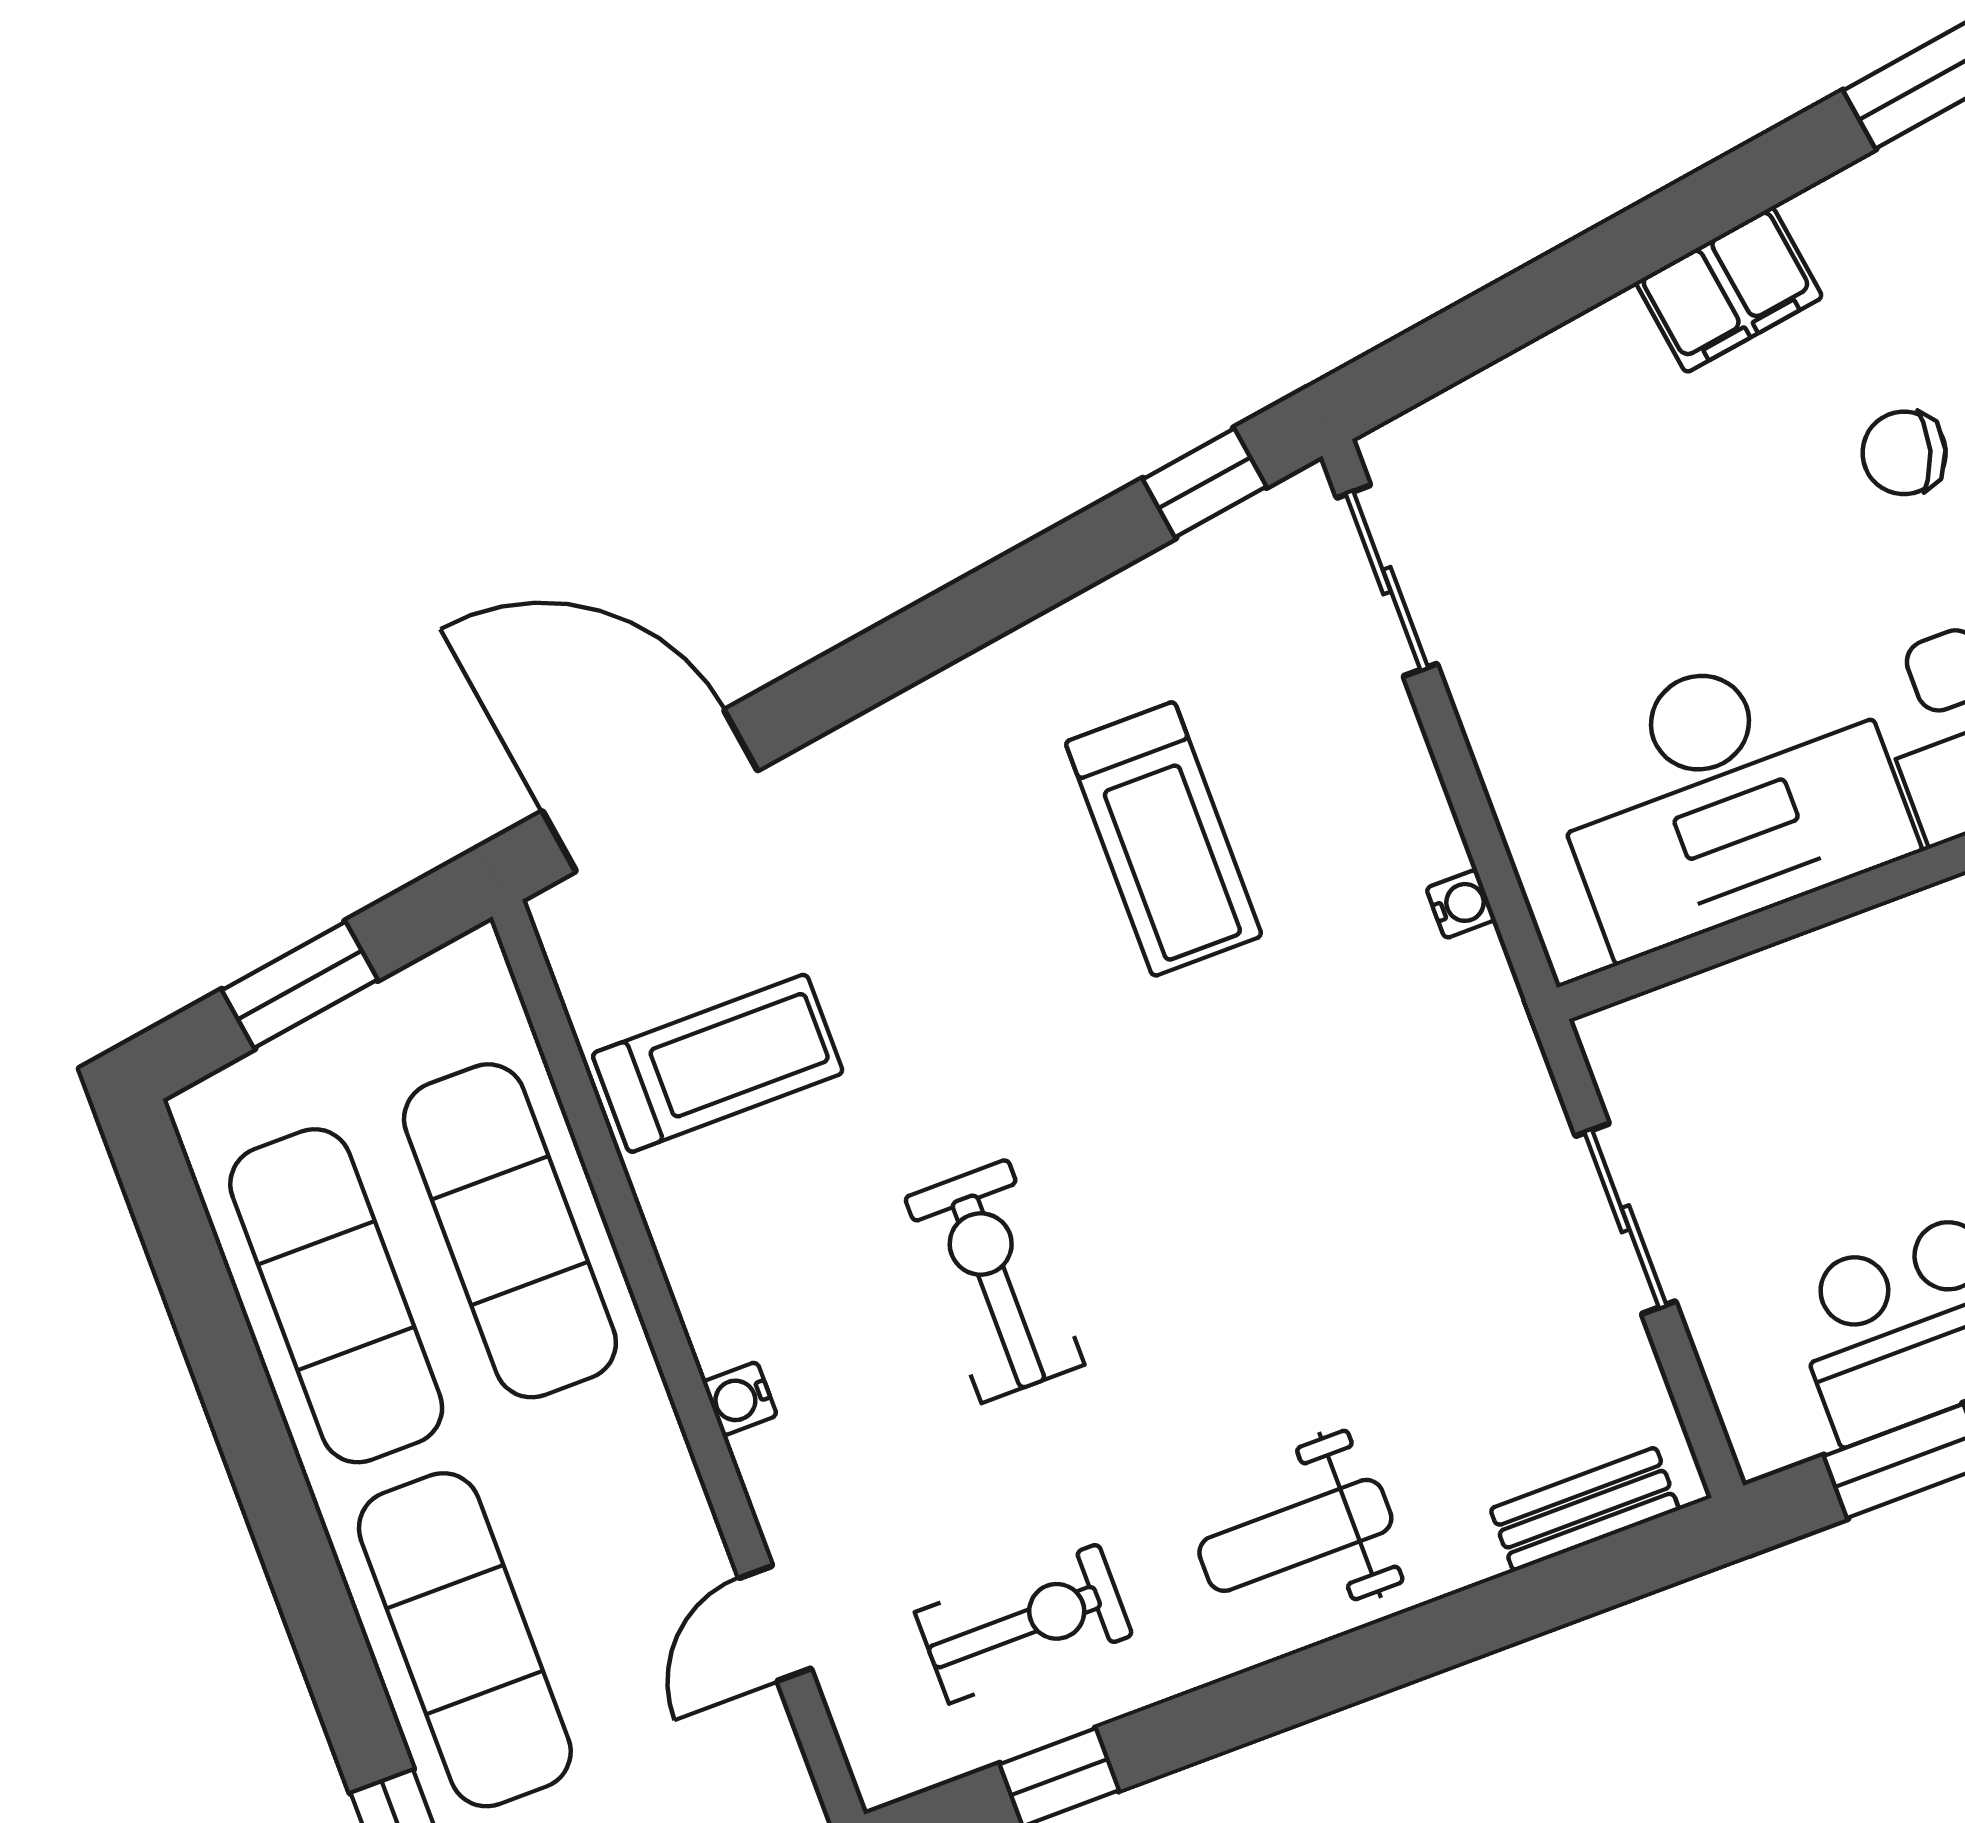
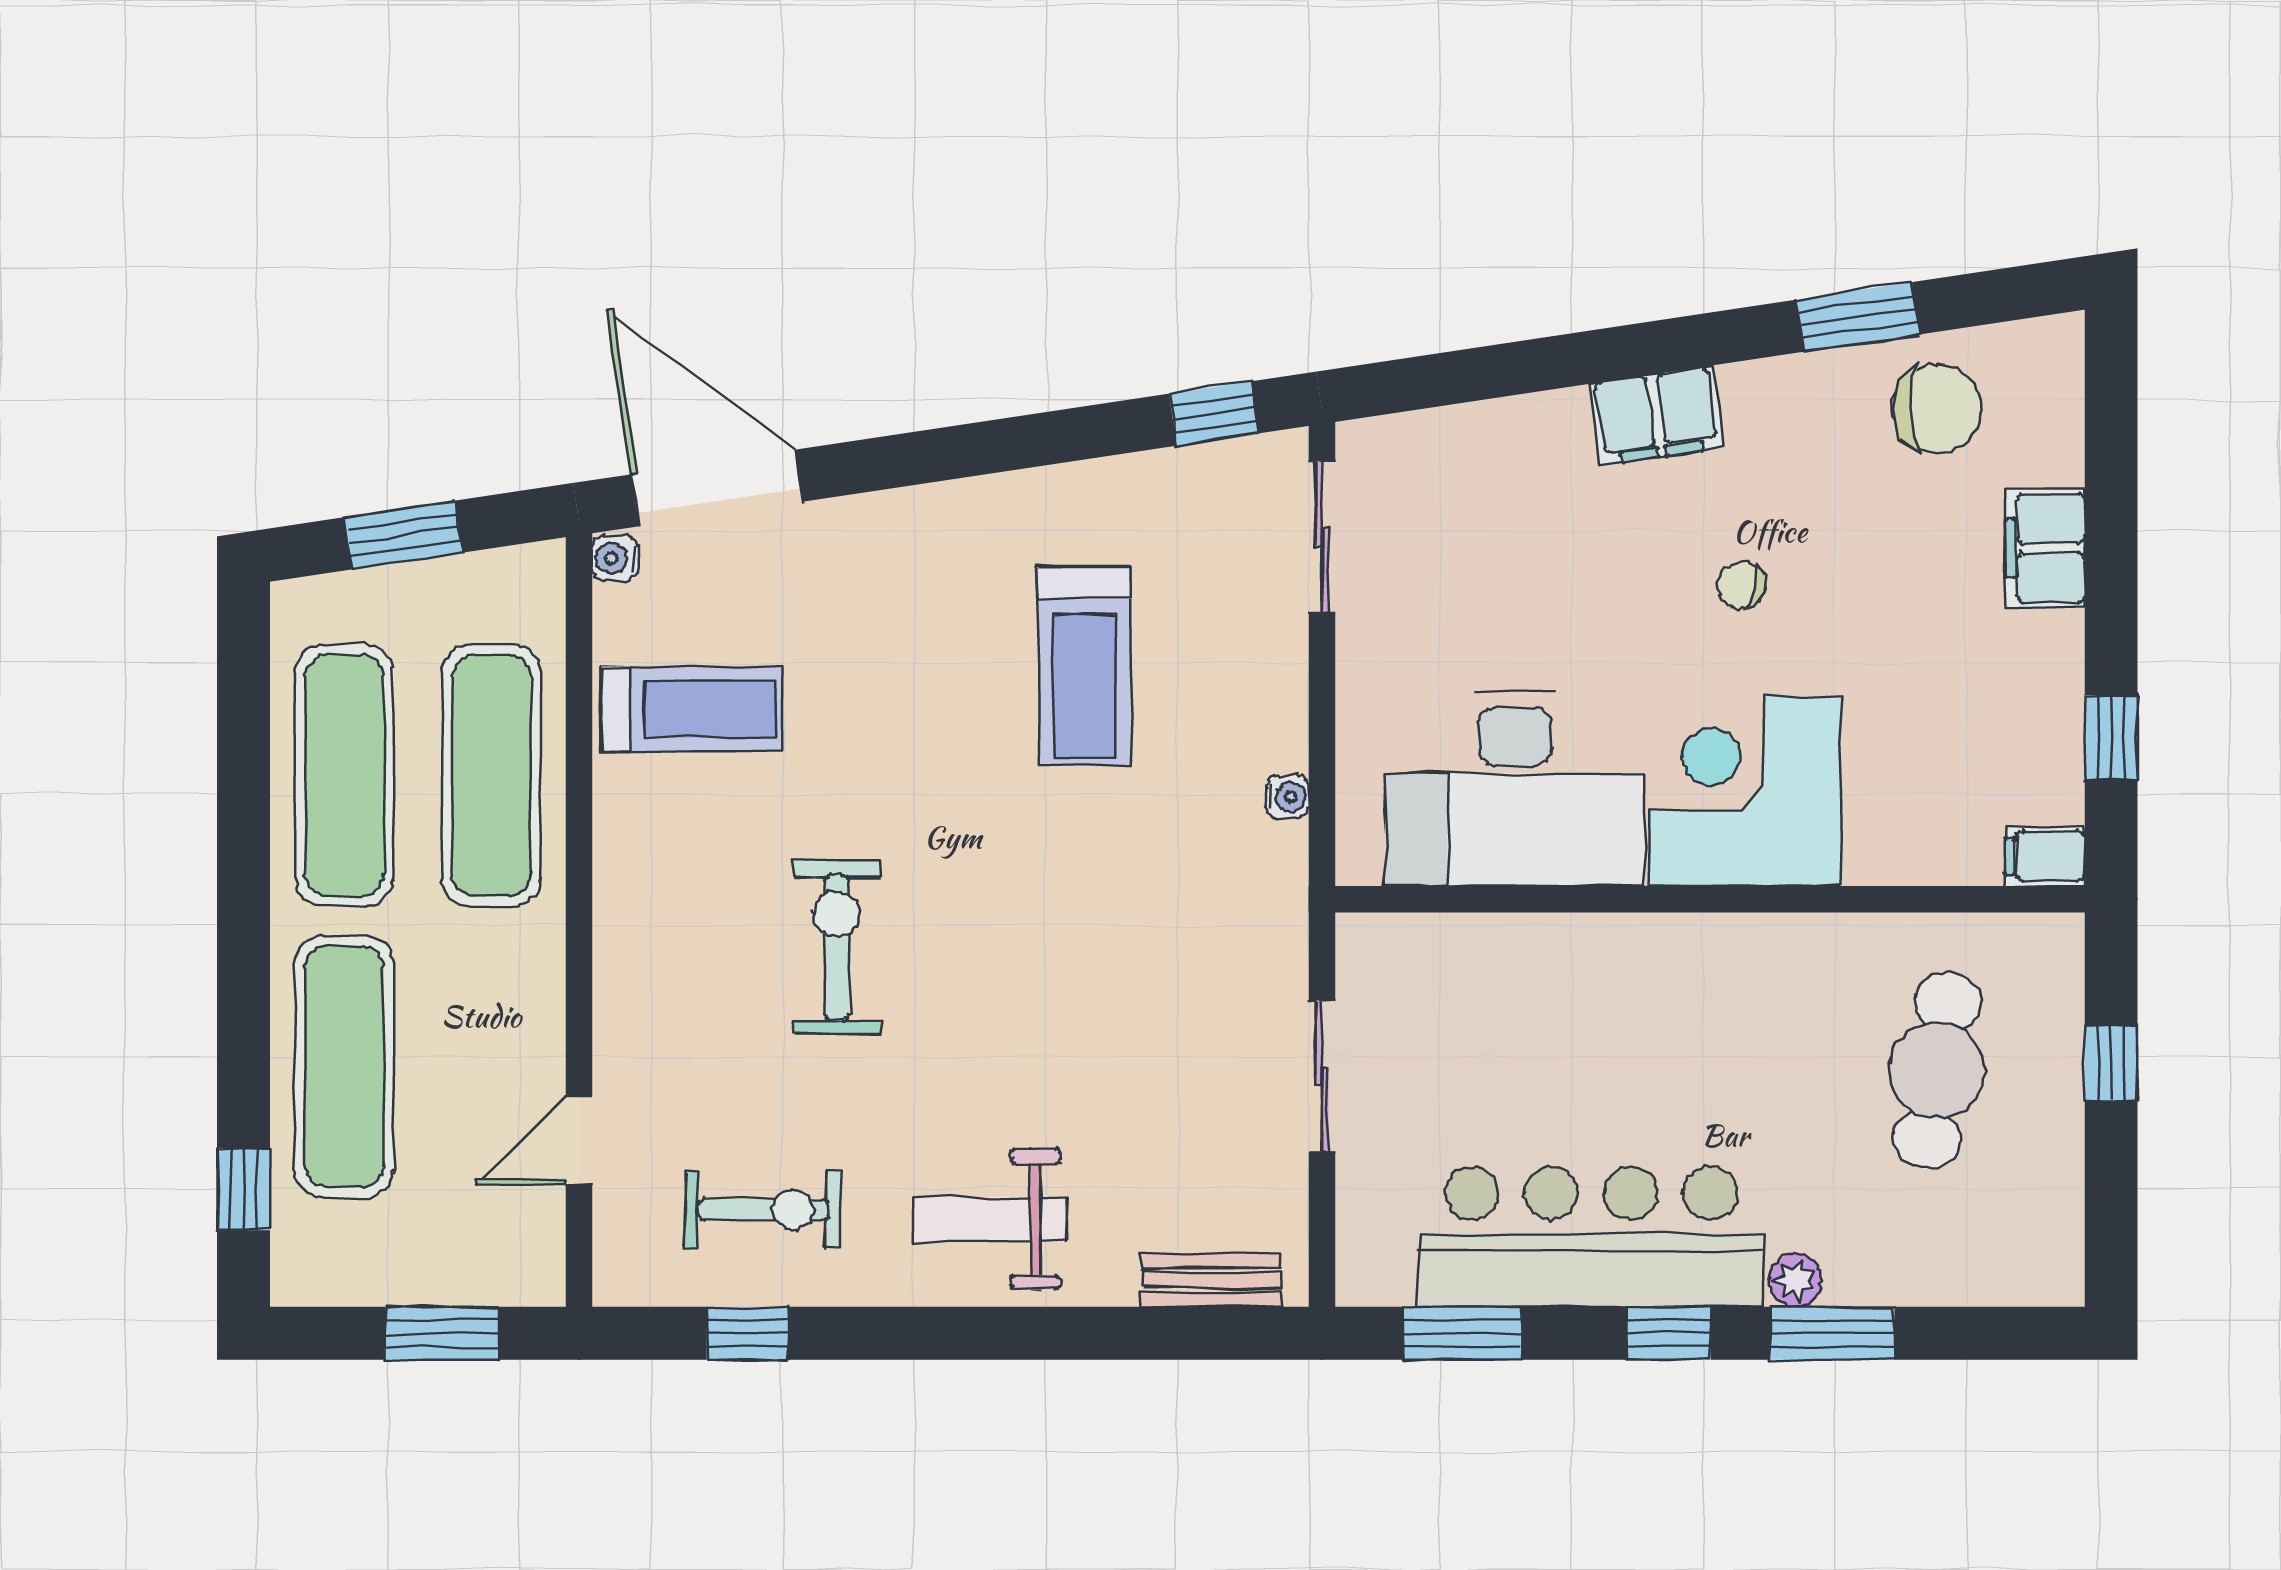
chair: (1904, 453) -> (1741, 585), width x0.73, depth x0.73
water cooler: (740, 1399) -> (615, 558), moved

